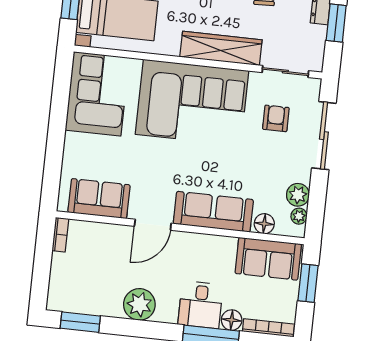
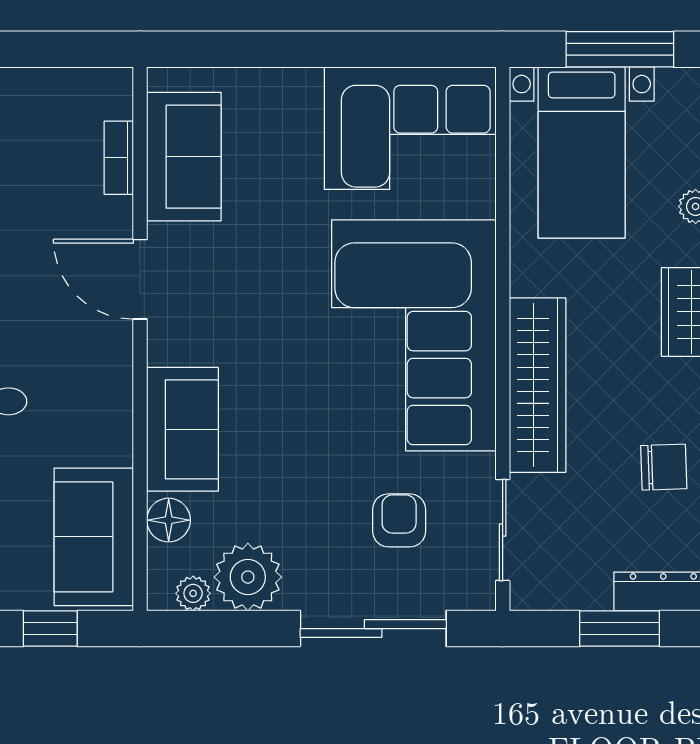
armchair: (276, 118) -> (399, 520), turned -90
plant: (298, 195) -> (248, 577), width x1.36, depth x1.36
sofa: (213, 212) -> (182, 429), width x0.73
bookcase: (60, 235) -> (119, 158), moved, turned 90
window: (308, 283) -> (50, 629), width x0.67

